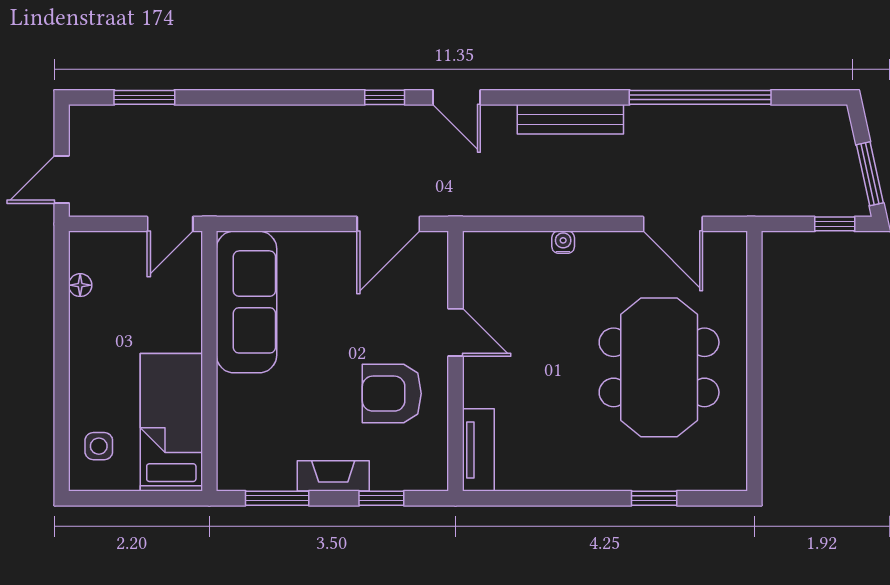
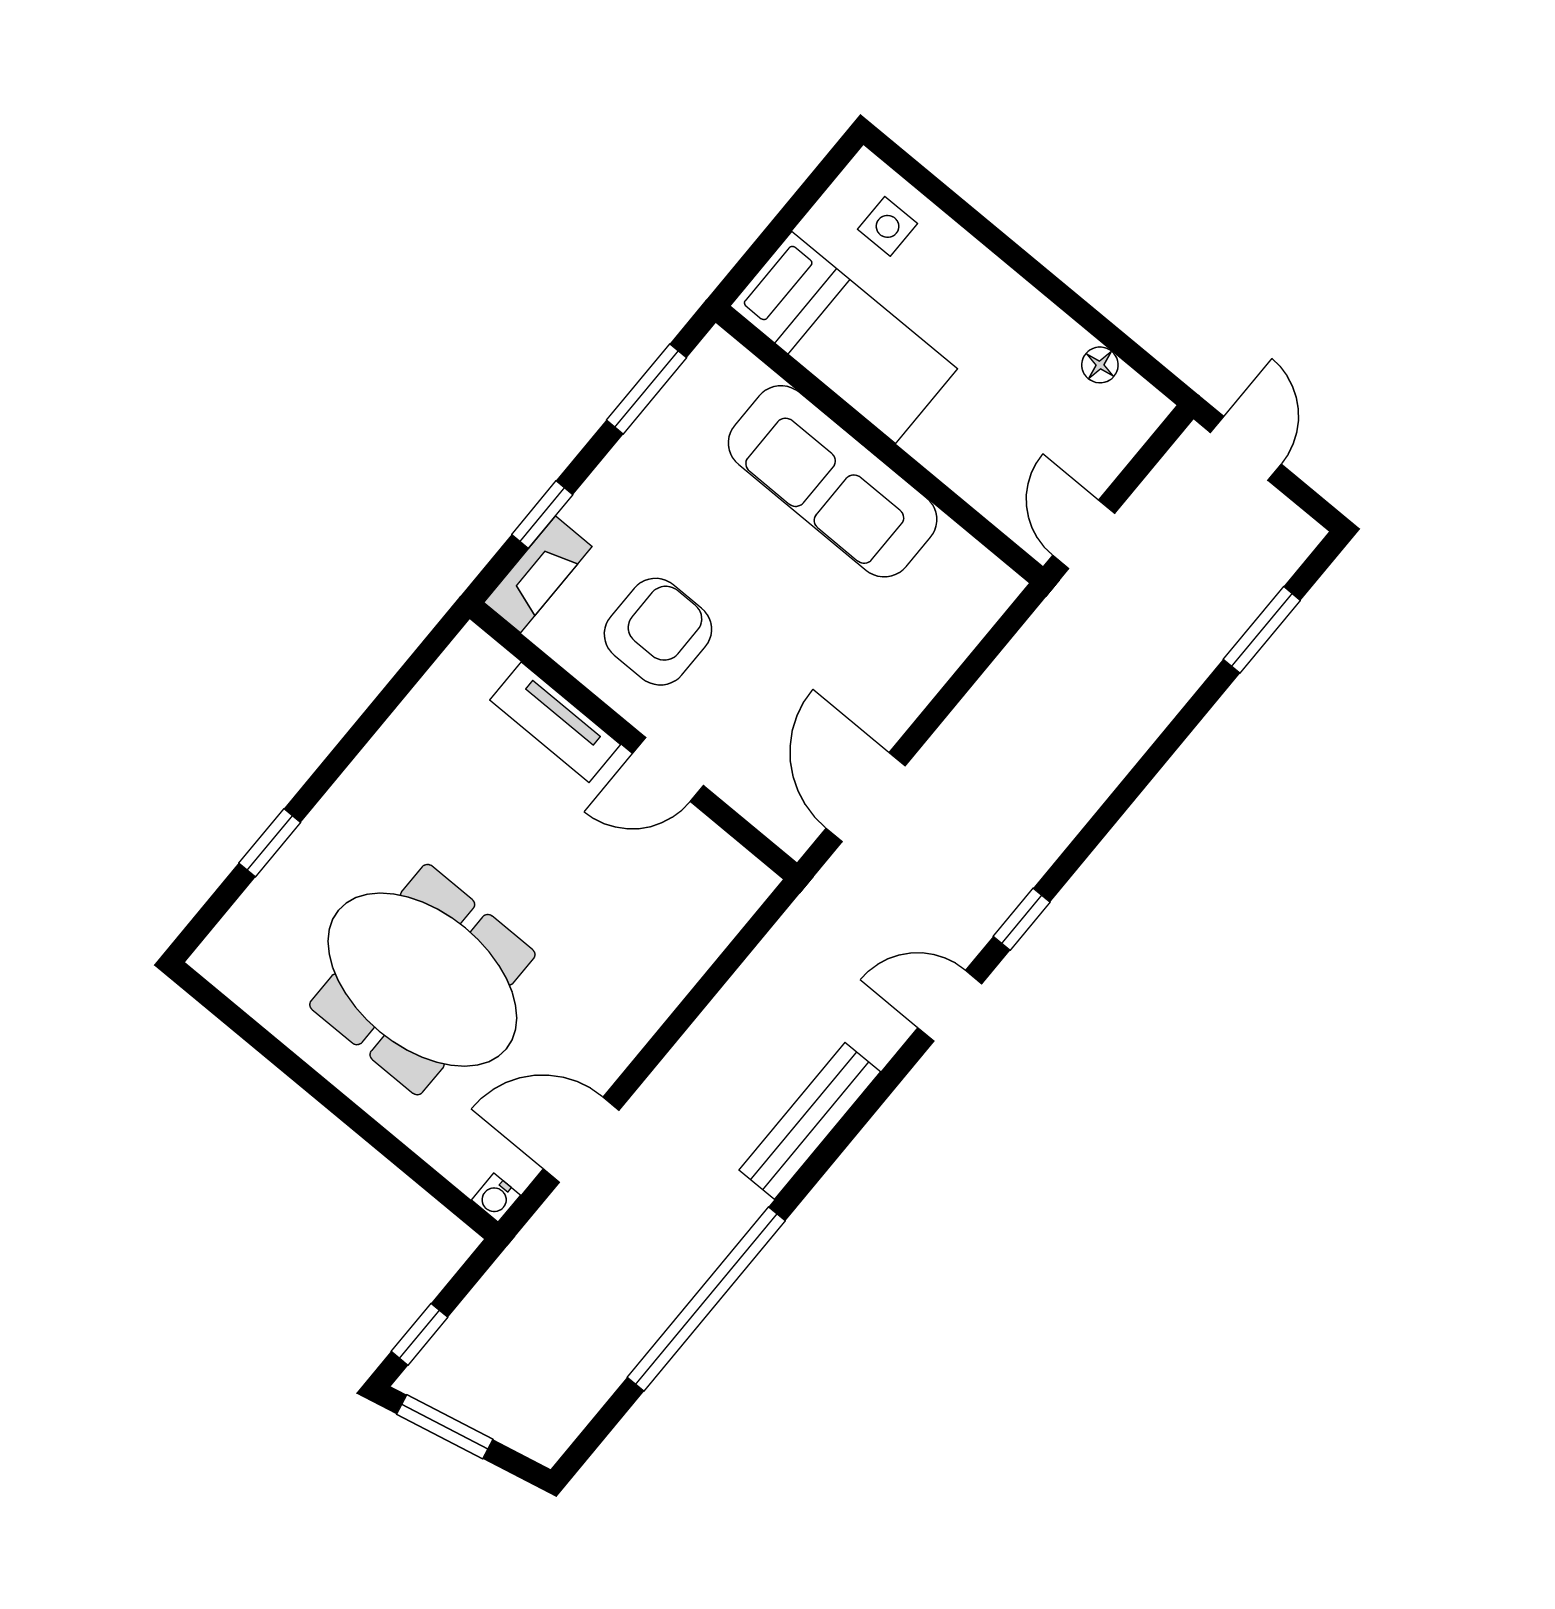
water cooler: (563, 242) -> (496, 1198), moved, turned 90
sofa: (247, 302) -> (833, 481), moved
tv unit: (478, 450) -> (555, 722), moved
fireplace: (333, 476) -> (538, 574), moved

